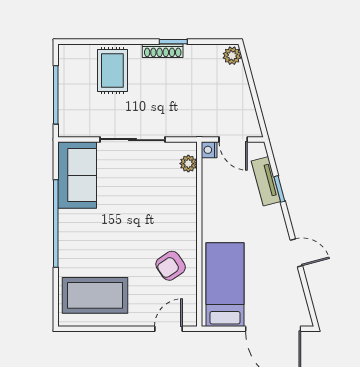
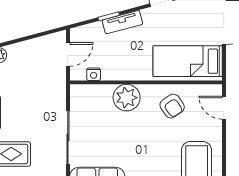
nightstand: (209, 150) -> (94, 74), moved
plant: (188, 164) -> (127, 98), moved, width x1.88, depth x1.88
tv unit: (266, 181) -> (122, 22), moved

